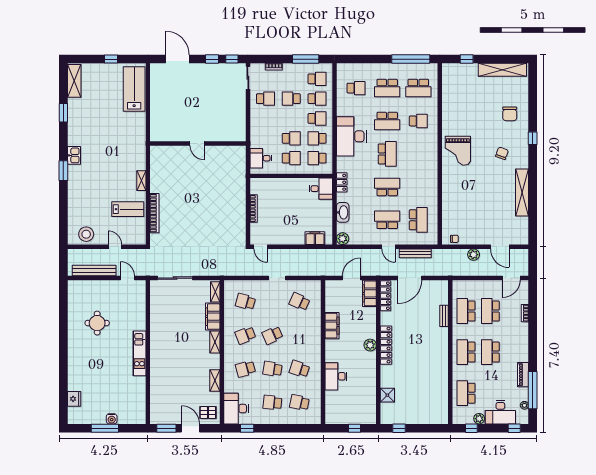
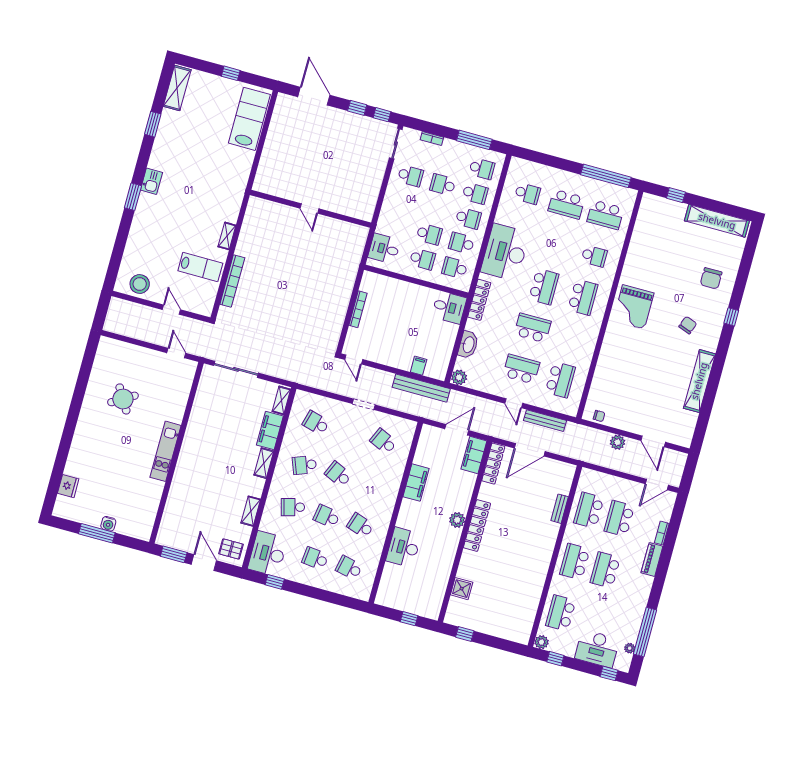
school desk: (387, 121) -> (583, 297), moved, turned -90
locker: (342, 182) -> (479, 300), width x1.53
filing cabinet: (315, 238) -> (419, 366), width x0.50
bench: (94, 271) -> (421, 388), moved
round table: (97, 323) -> (123, 399), turned -31
school desk: (272, 335) -> (338, 474), turned 48
piano: (523, 375) -> (652, 560), moved
plant: (479, 419) -> (542, 642), moved

